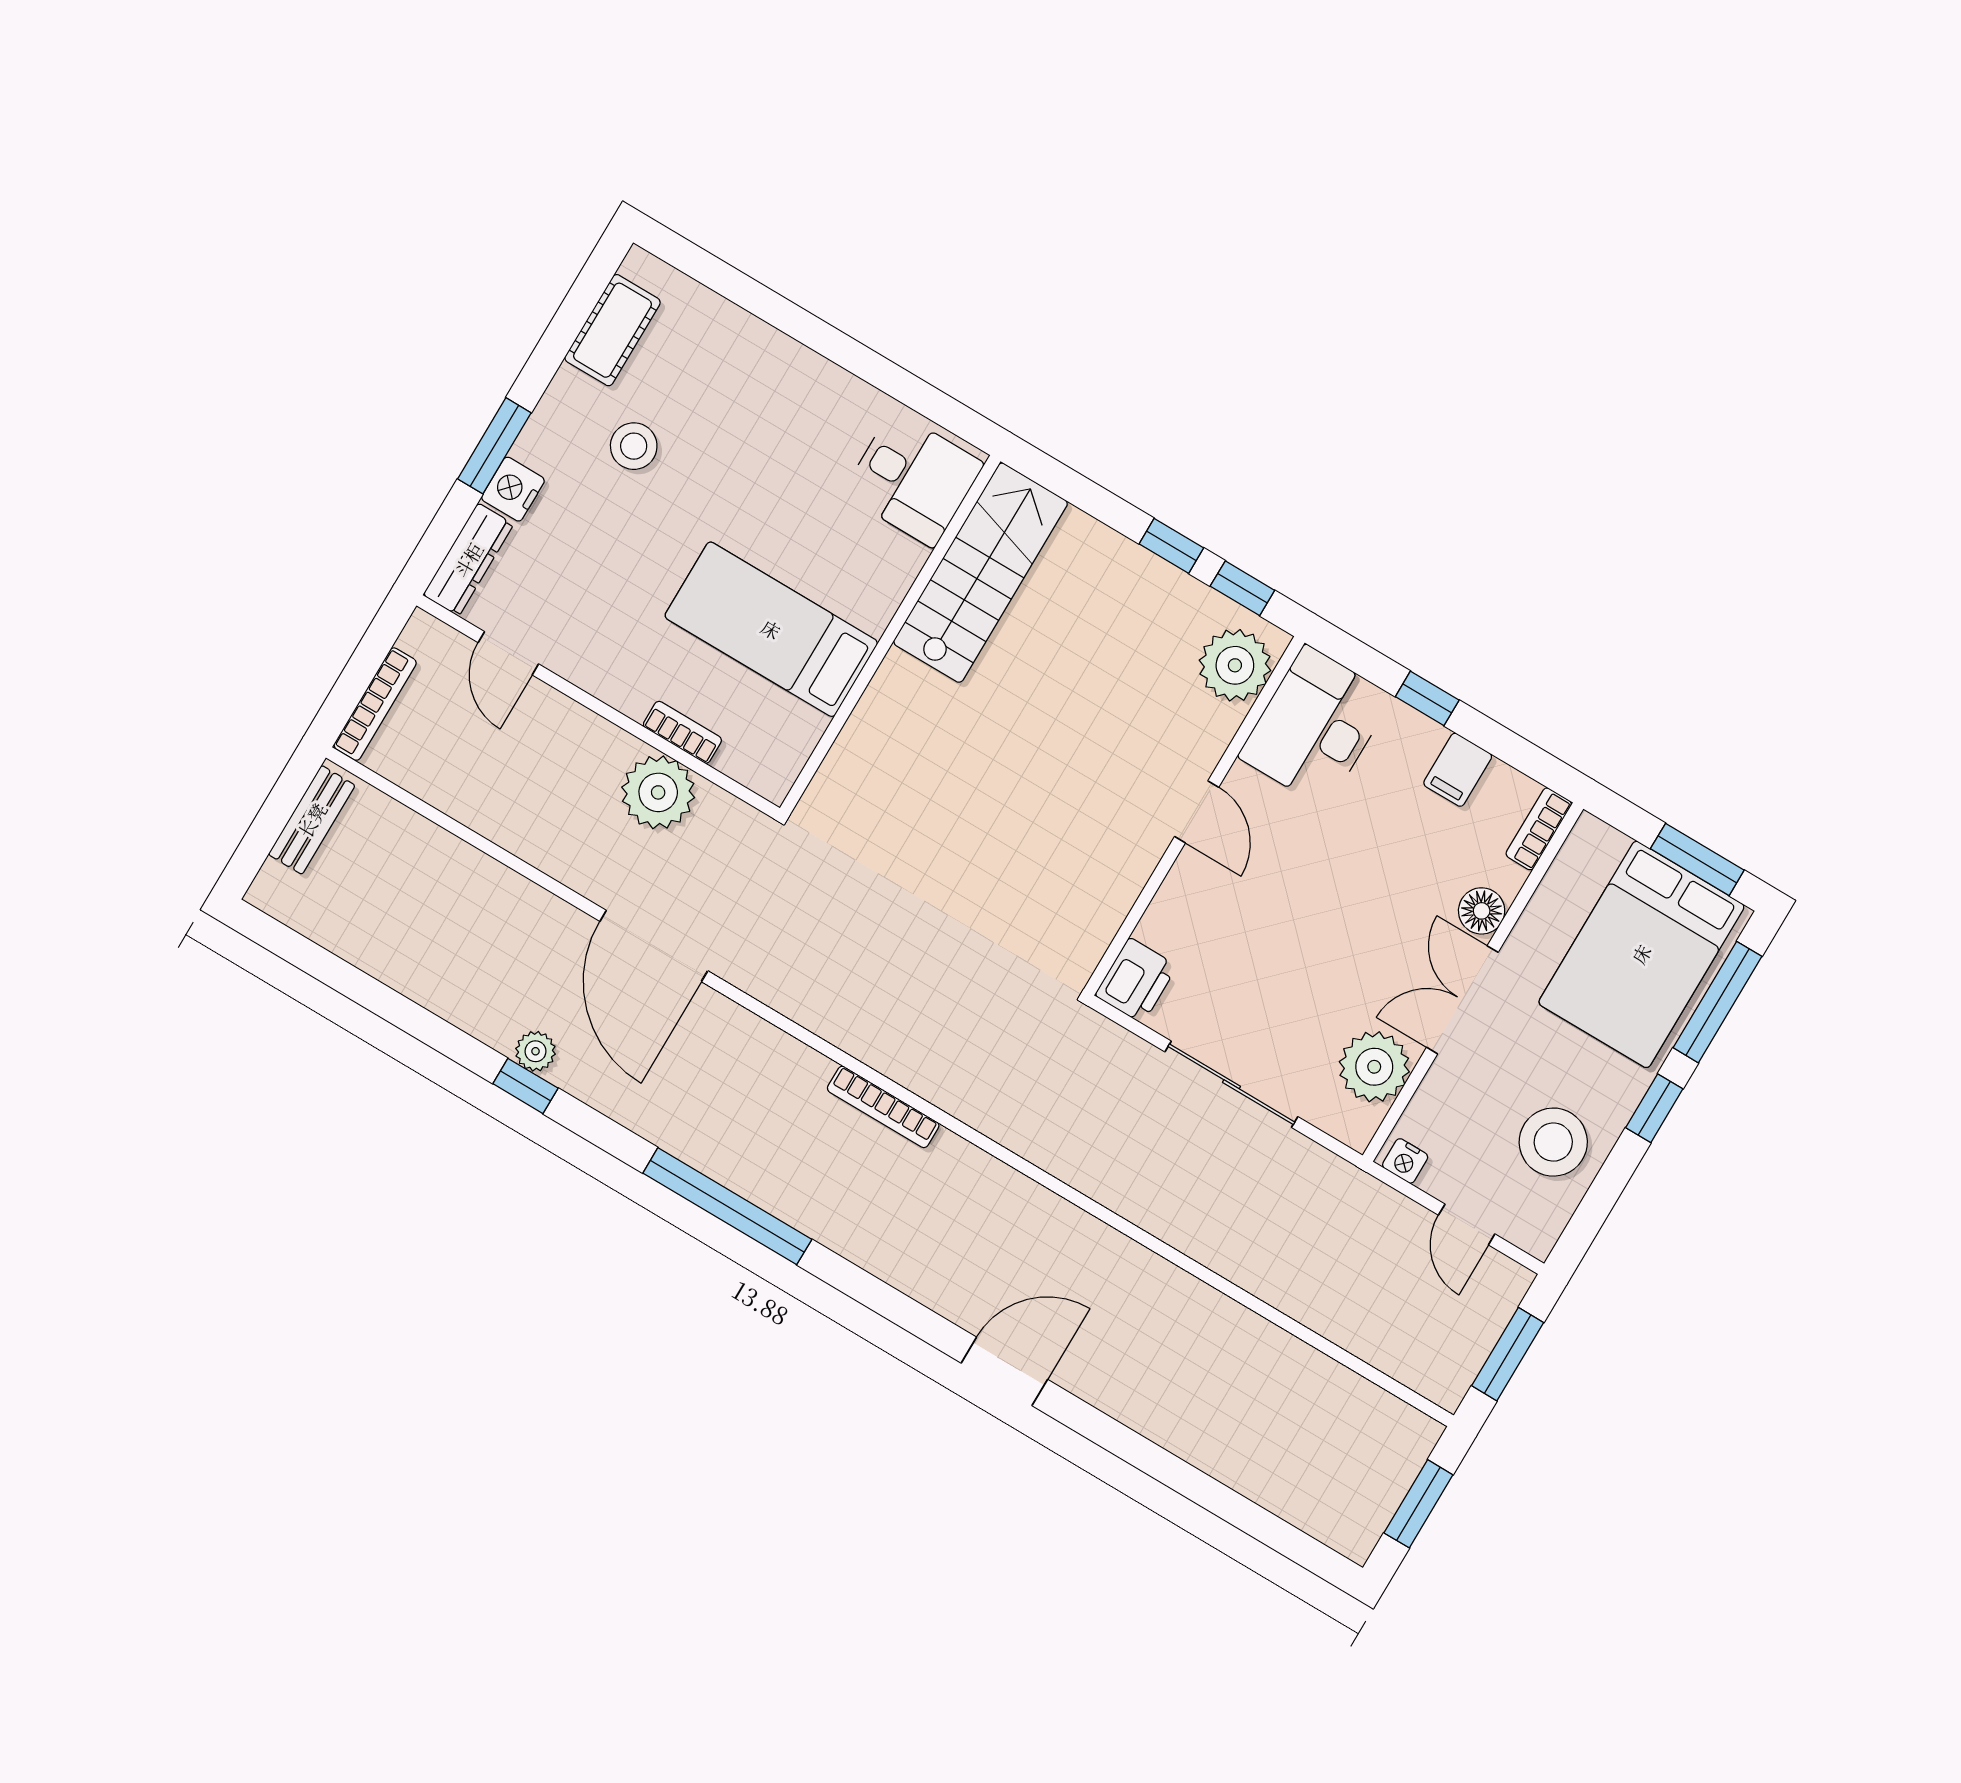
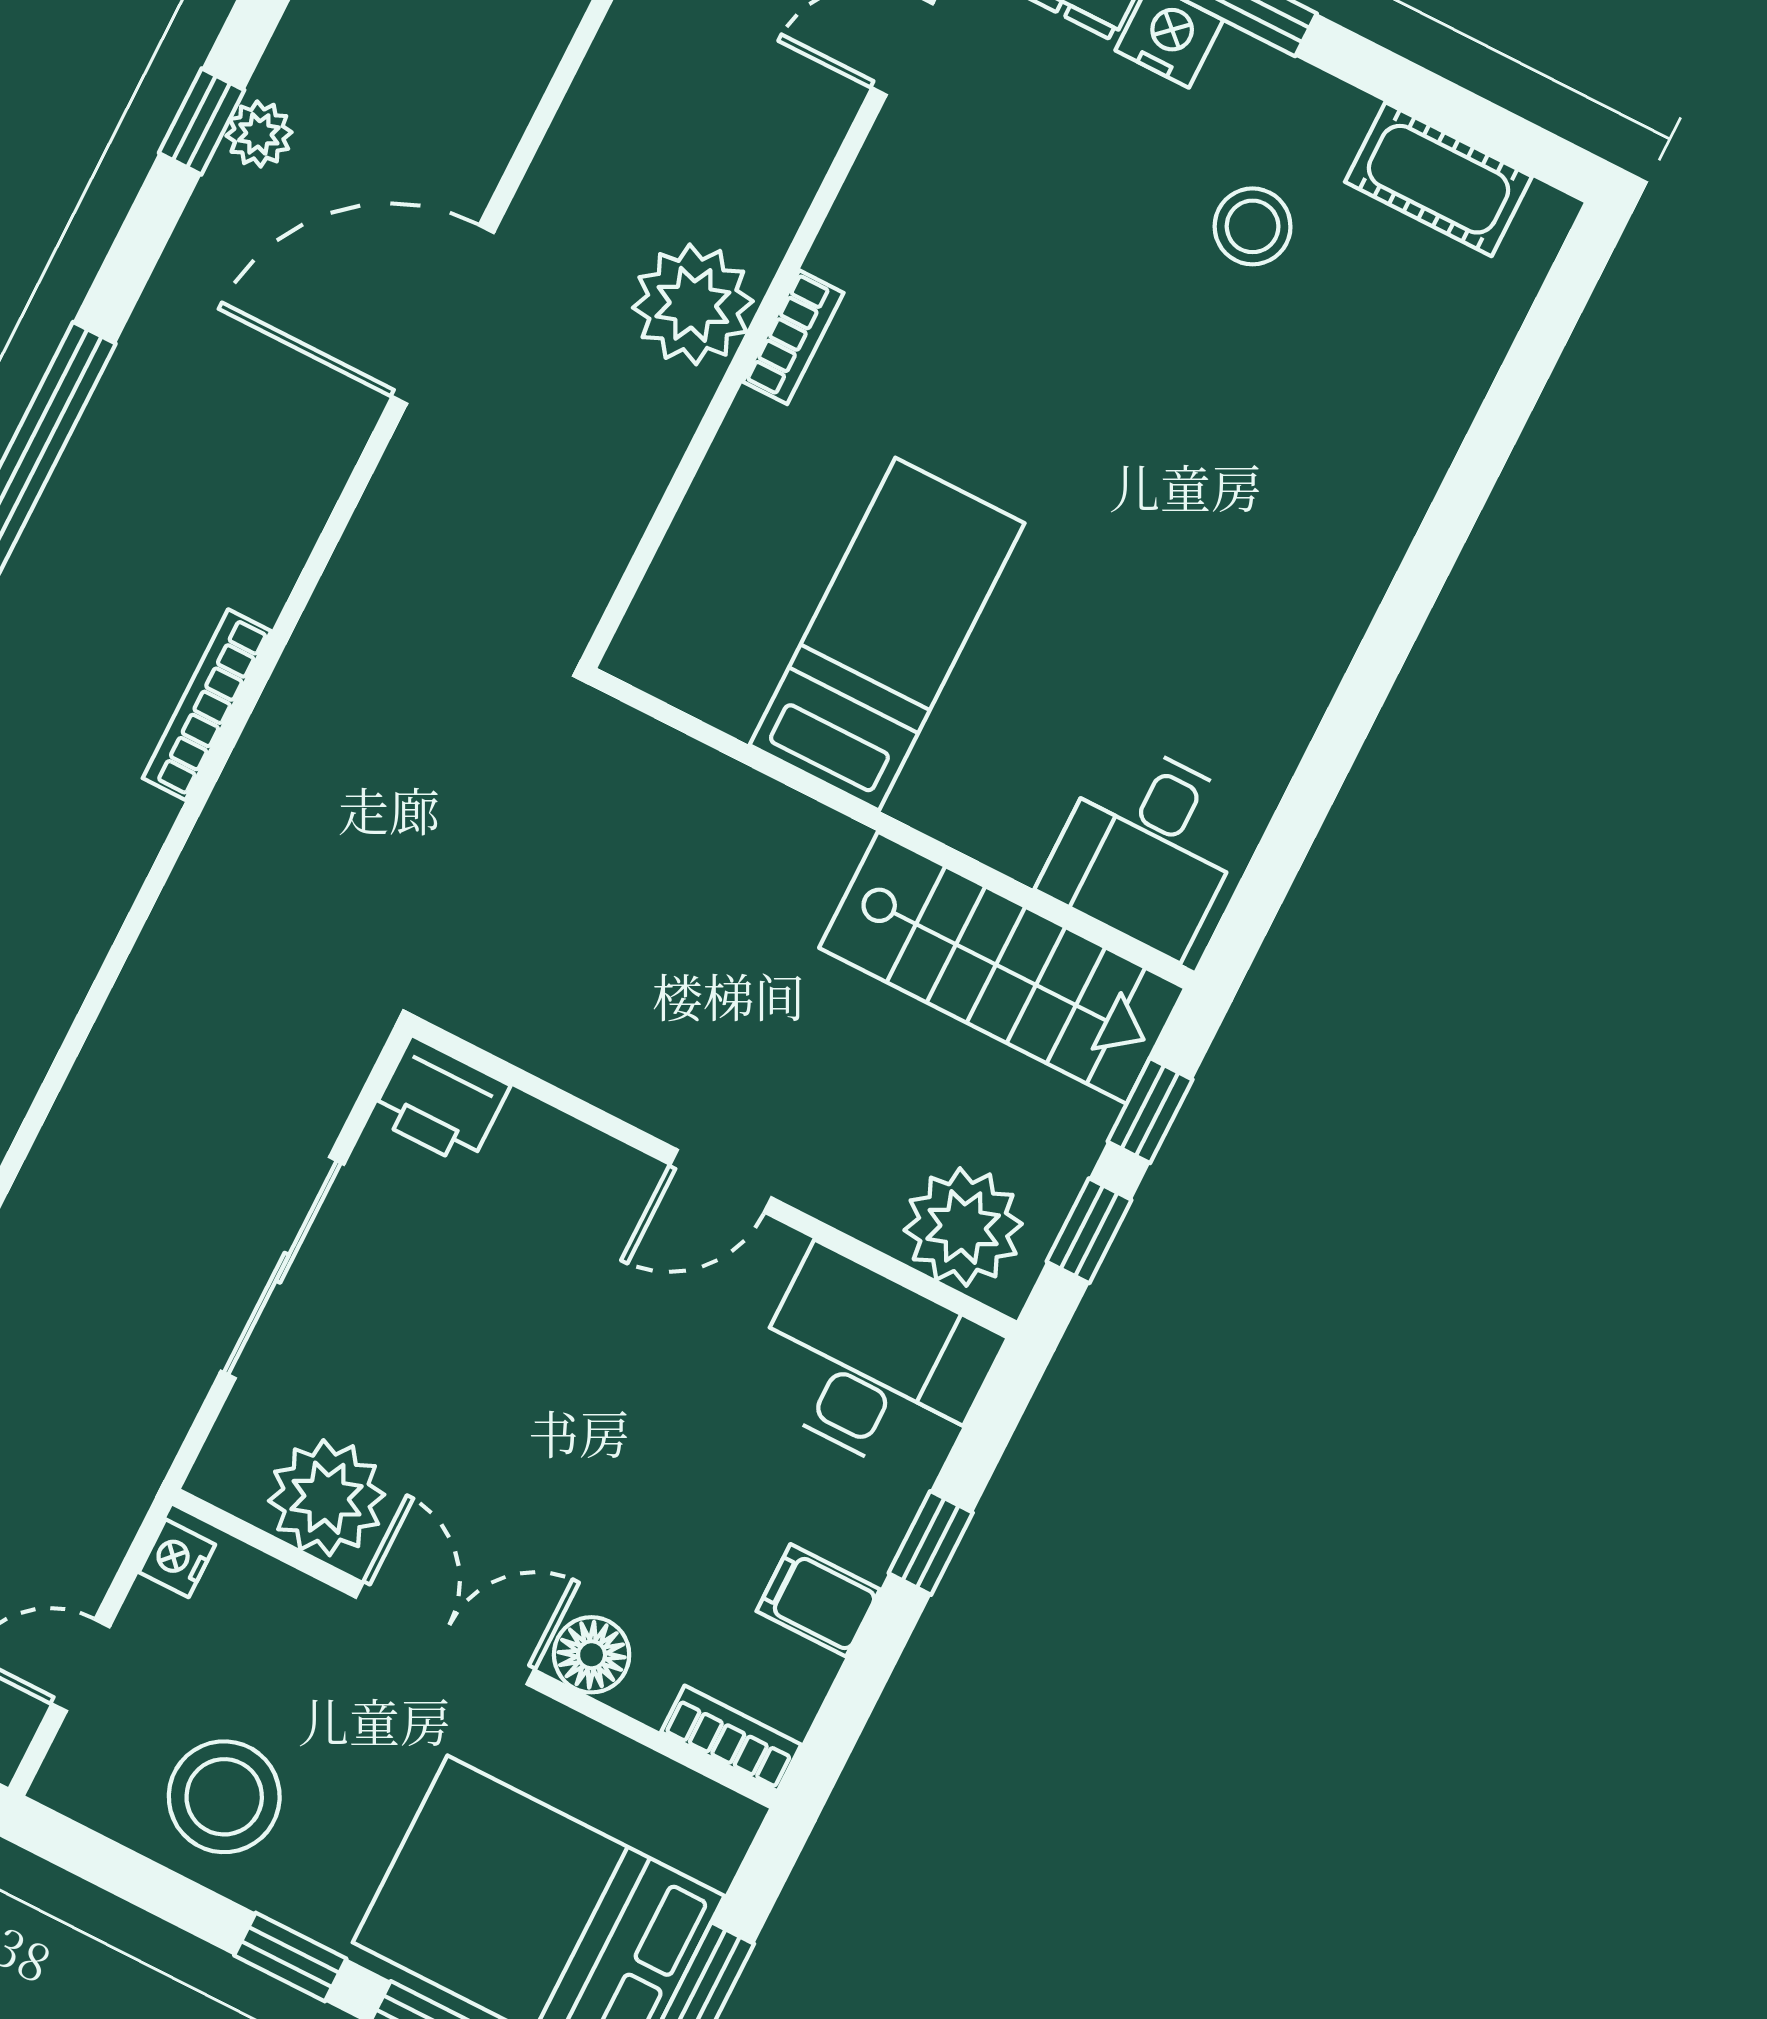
desk: (913, 479) -> (1147, 848), moved
stairs: (981, 573) -> (1002, 968), moved
bed: (771, 629) -> (887, 634), moved
wall: (890, 635) -> (891, 828), moved

